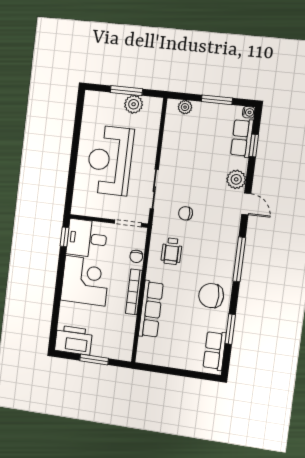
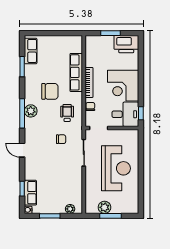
plant: (236, 179) -> (31, 111), moved
chair: (211, 296) -> (50, 91), moved

